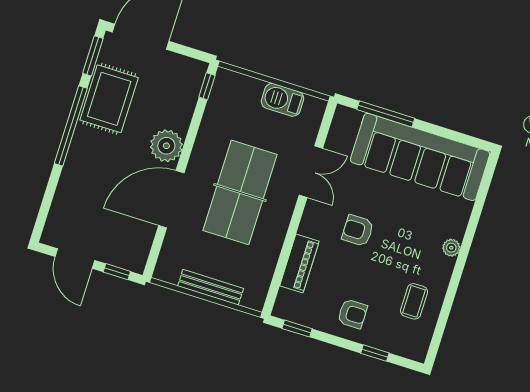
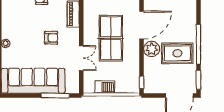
rug: (109, 99) -> (177, 53), moved, turned 90
double door: (311, 172) -> (81, 58), swing flipped
coffee table: (414, 301) -> (15, 13), removed

